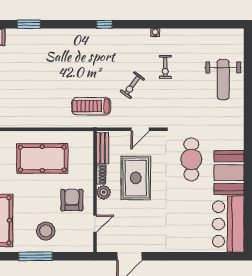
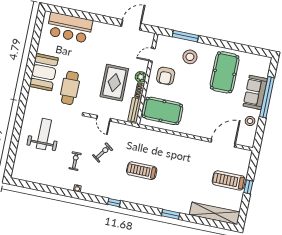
weight bench: (223, 80) -> (44, 134), moved
treadmill: (91, 106) -> (142, 171), moved, turned 180
door: (140, 129) -> (104, 118), swing flipped
pool table: (42, 159) -> (162, 111), moved
bar counter: (228, 224) -> (70, 28), moved, turned 90
window: (35, 256) -> (185, 36), moved

